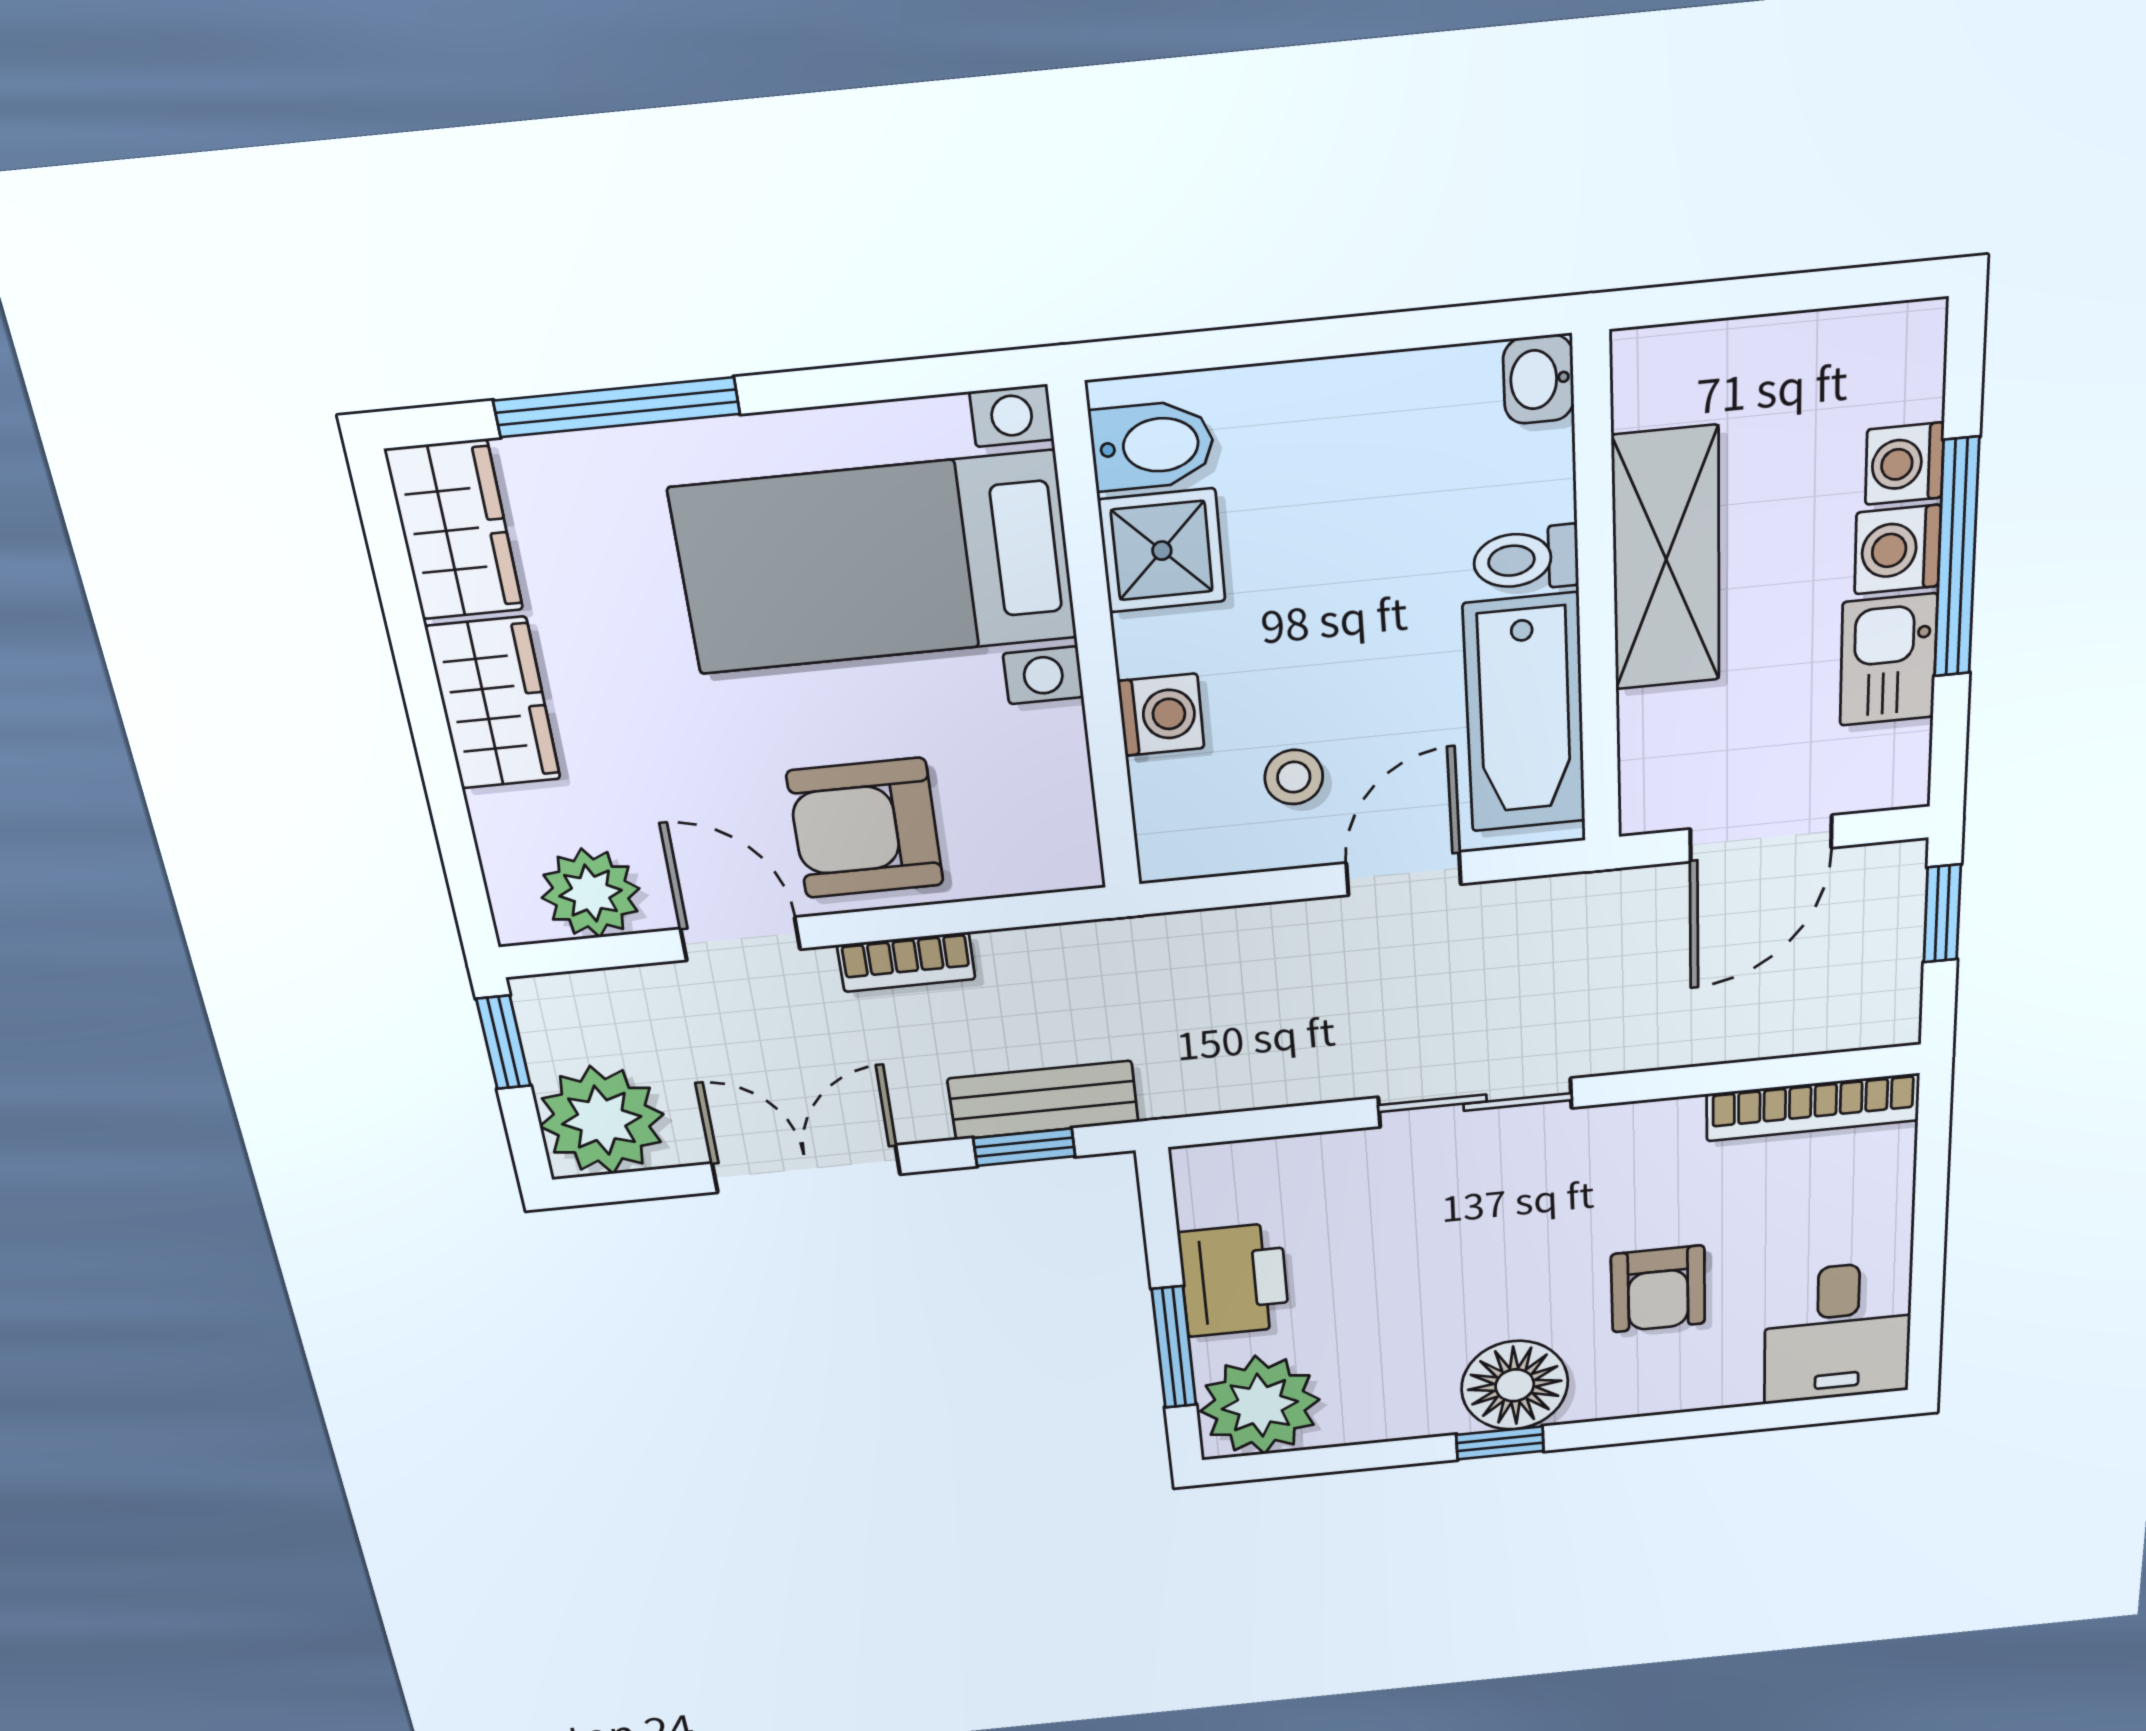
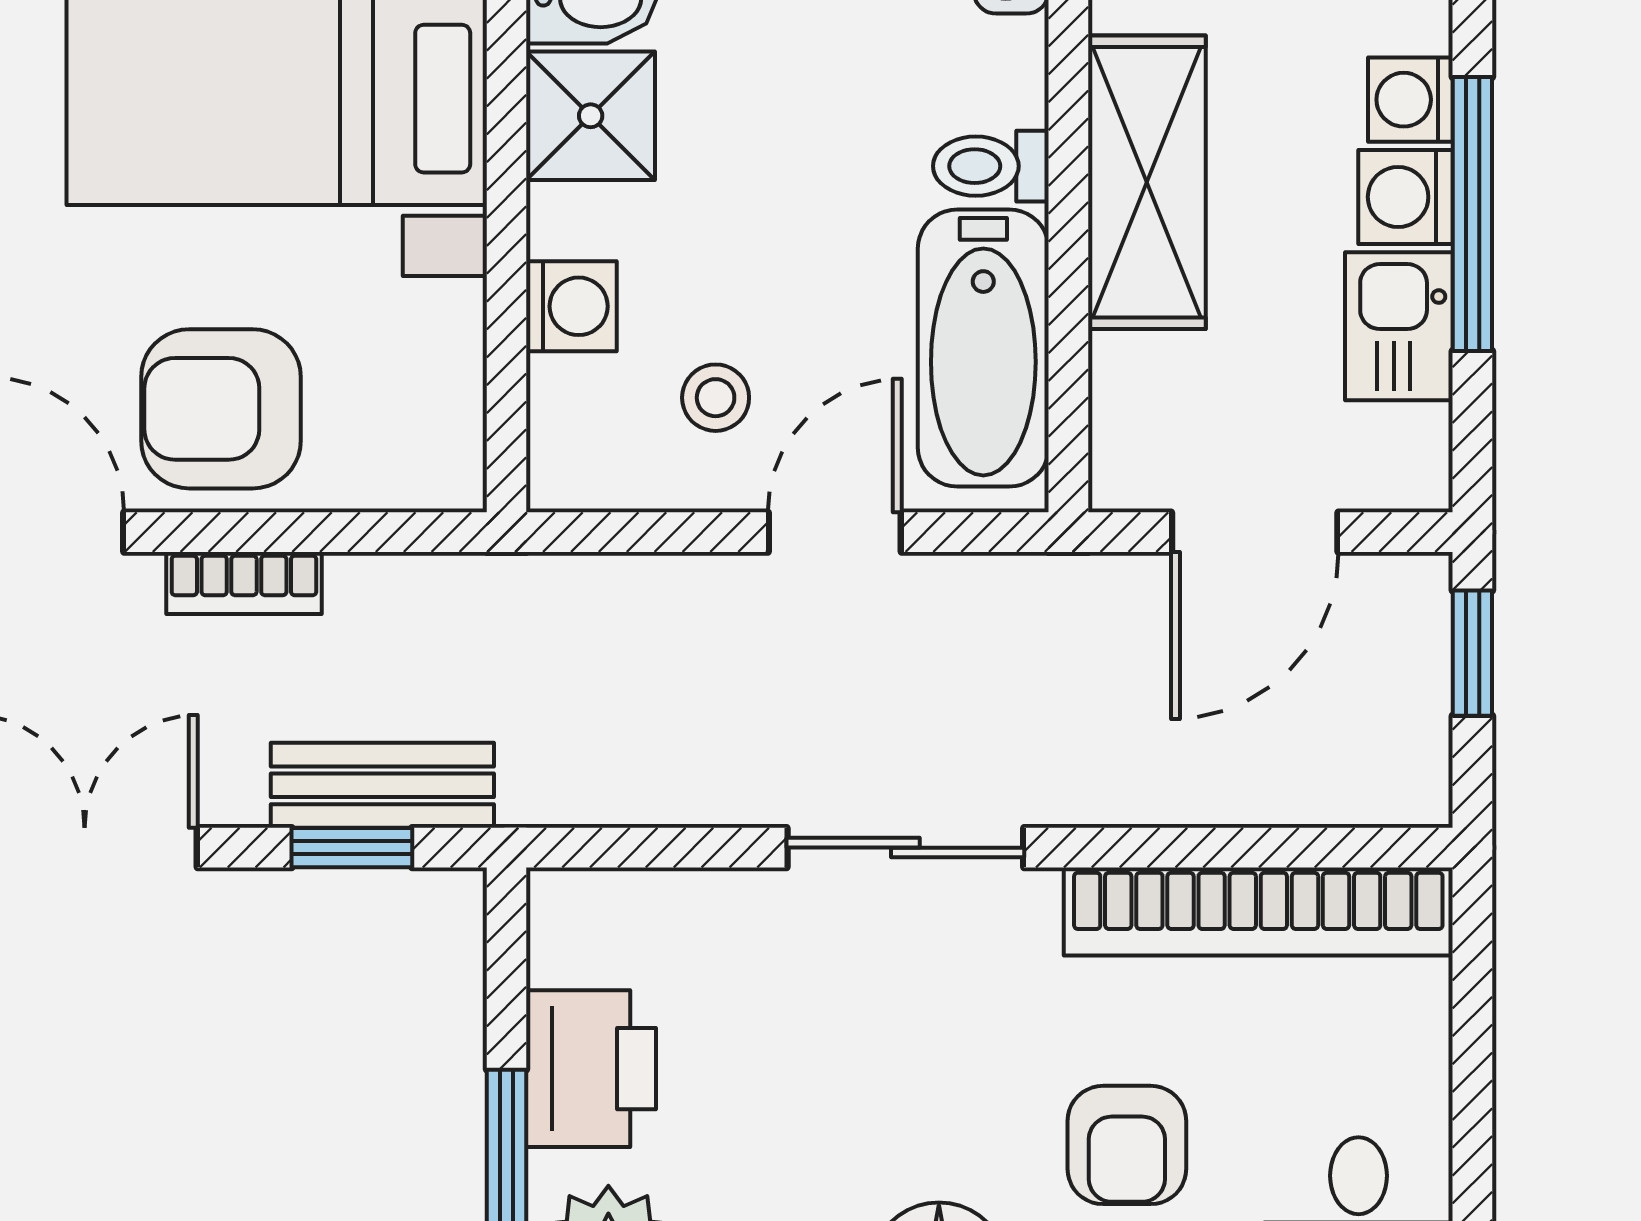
bookcase: (1813, 1107) -> (1258, 911), width x1.48, depth x1.31

